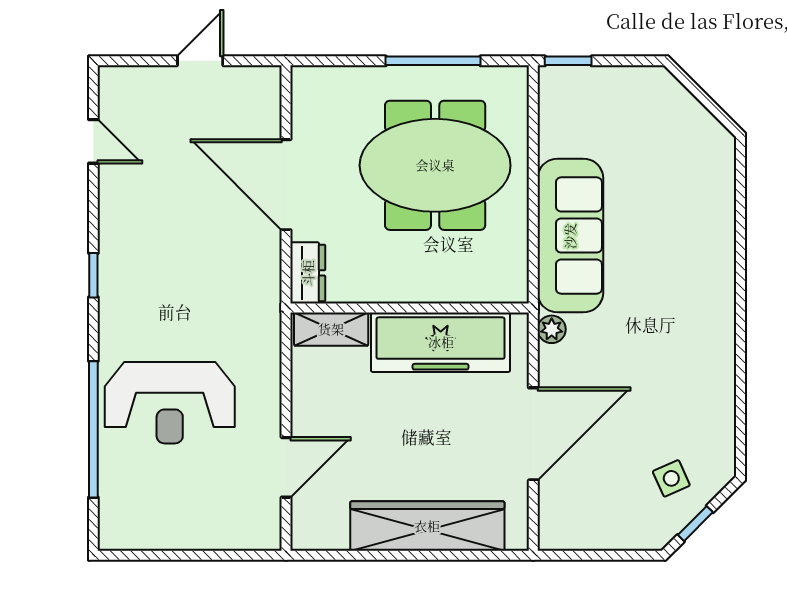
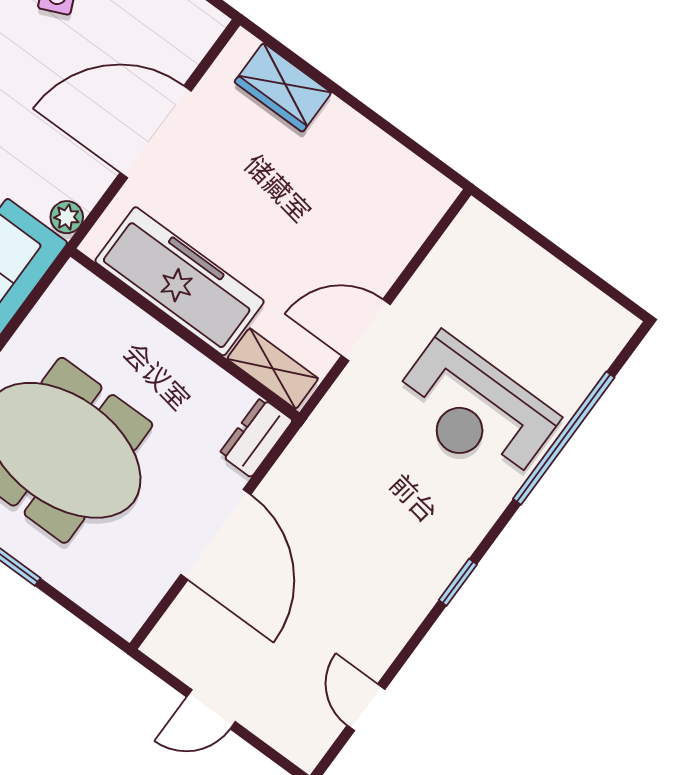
reception desk: (170, 403) -> (474, 411), turned 180
door: (286, 467) -> (366, 330), moved
wardrobe: (427, 526) -> (283, 87), width x0.48, depth x0.85

